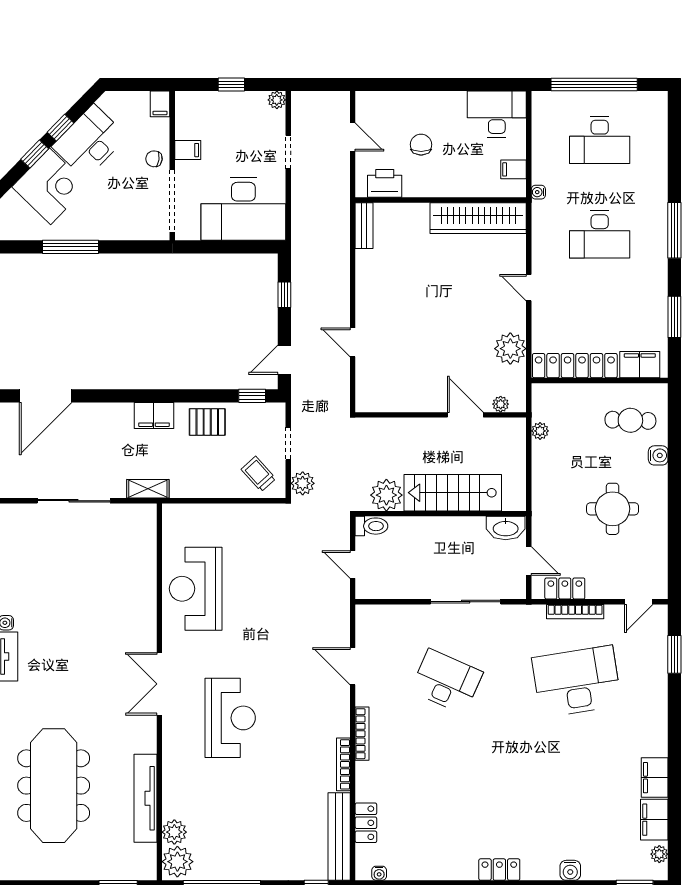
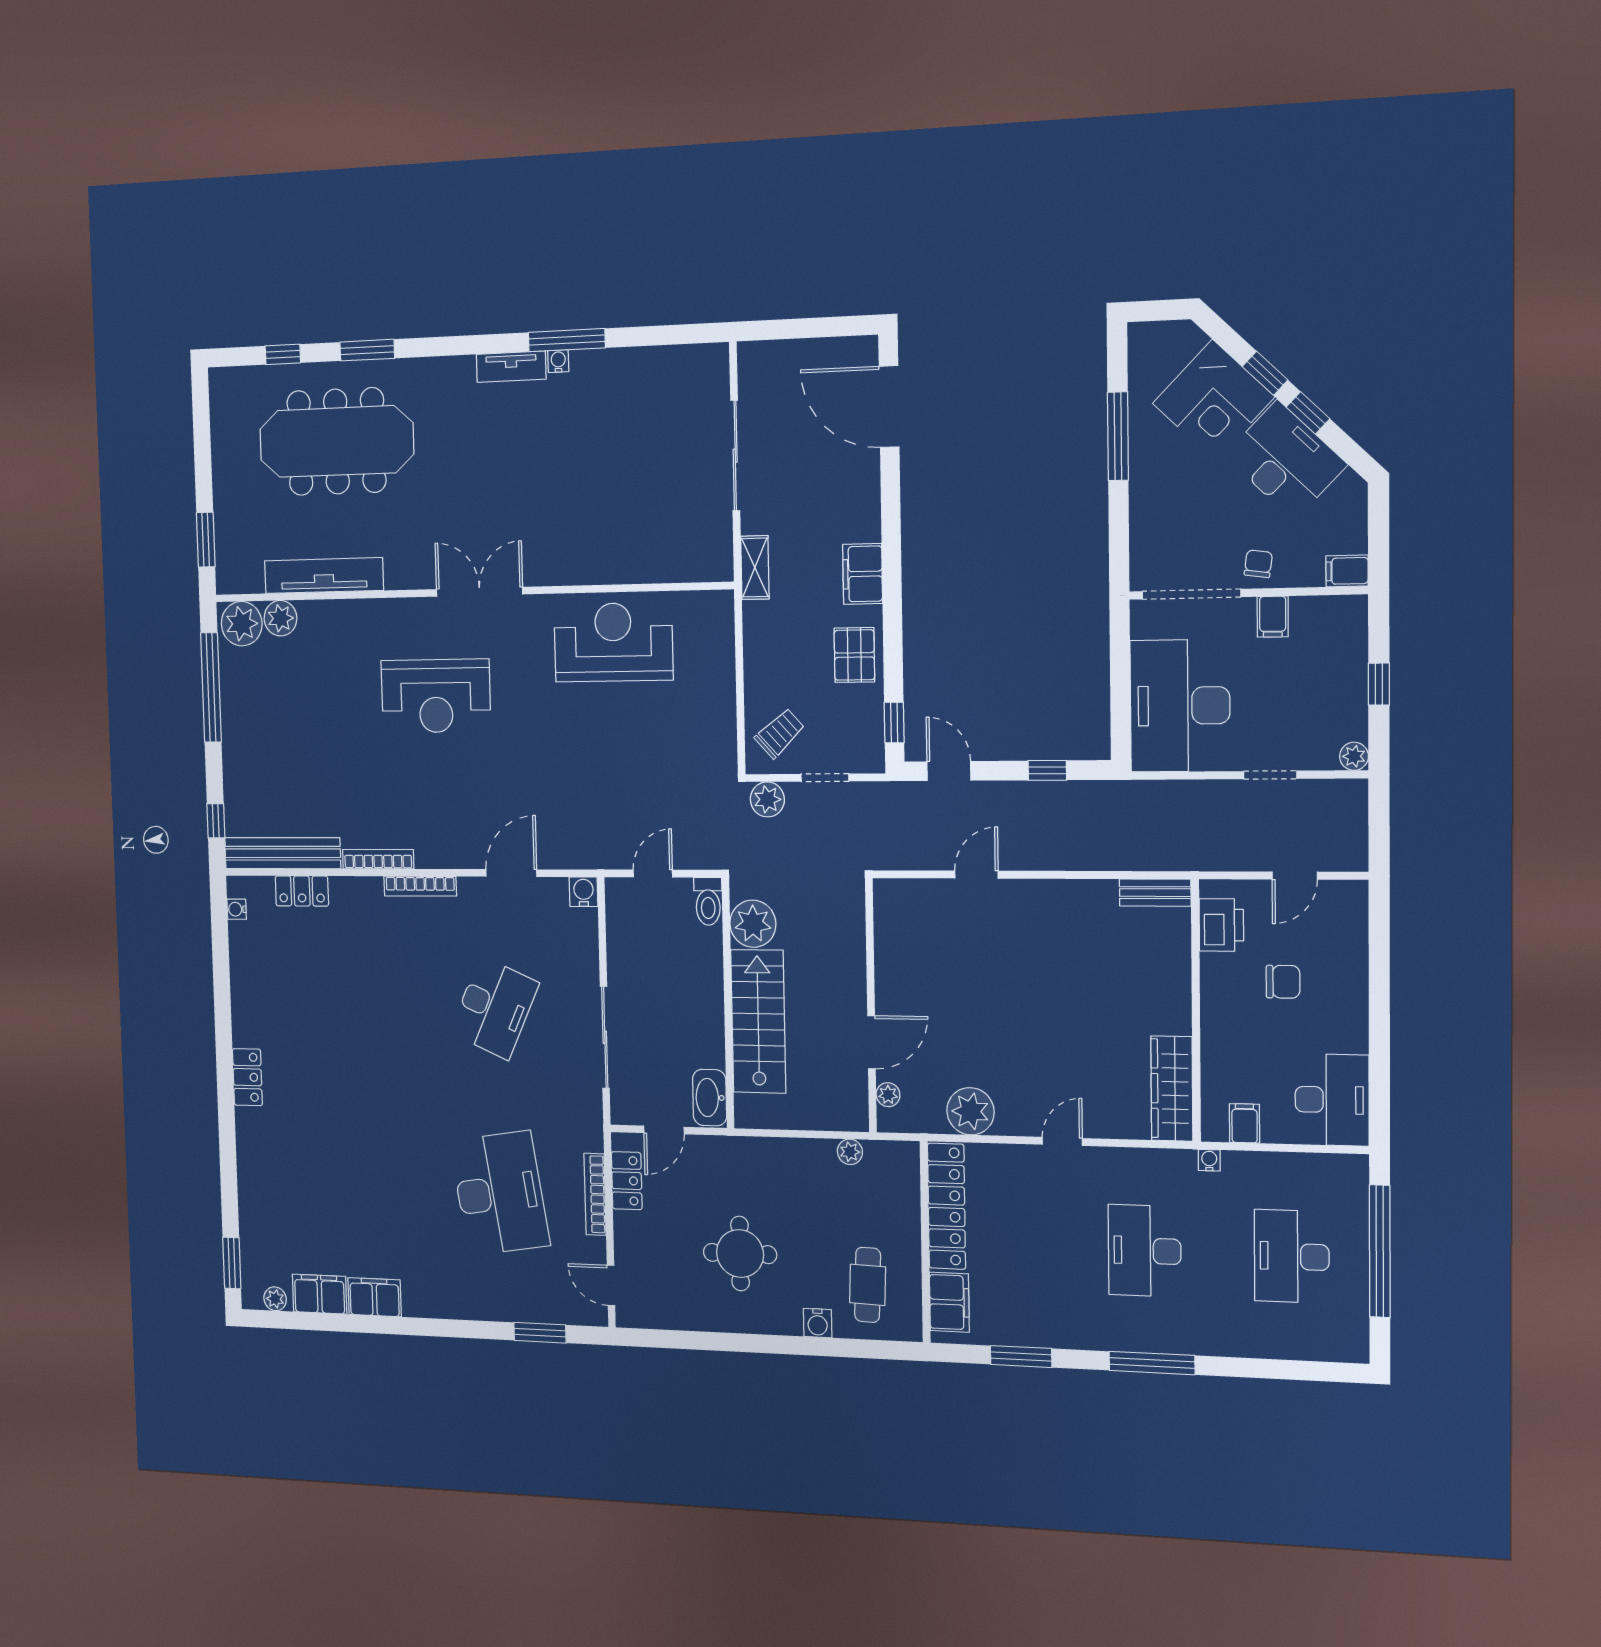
wardrobe: (478, 218) -> (1172, 1089), width x0.71, depth x0.85
water cooler: (570, 870) -> (584, 892), moved, turned 90

